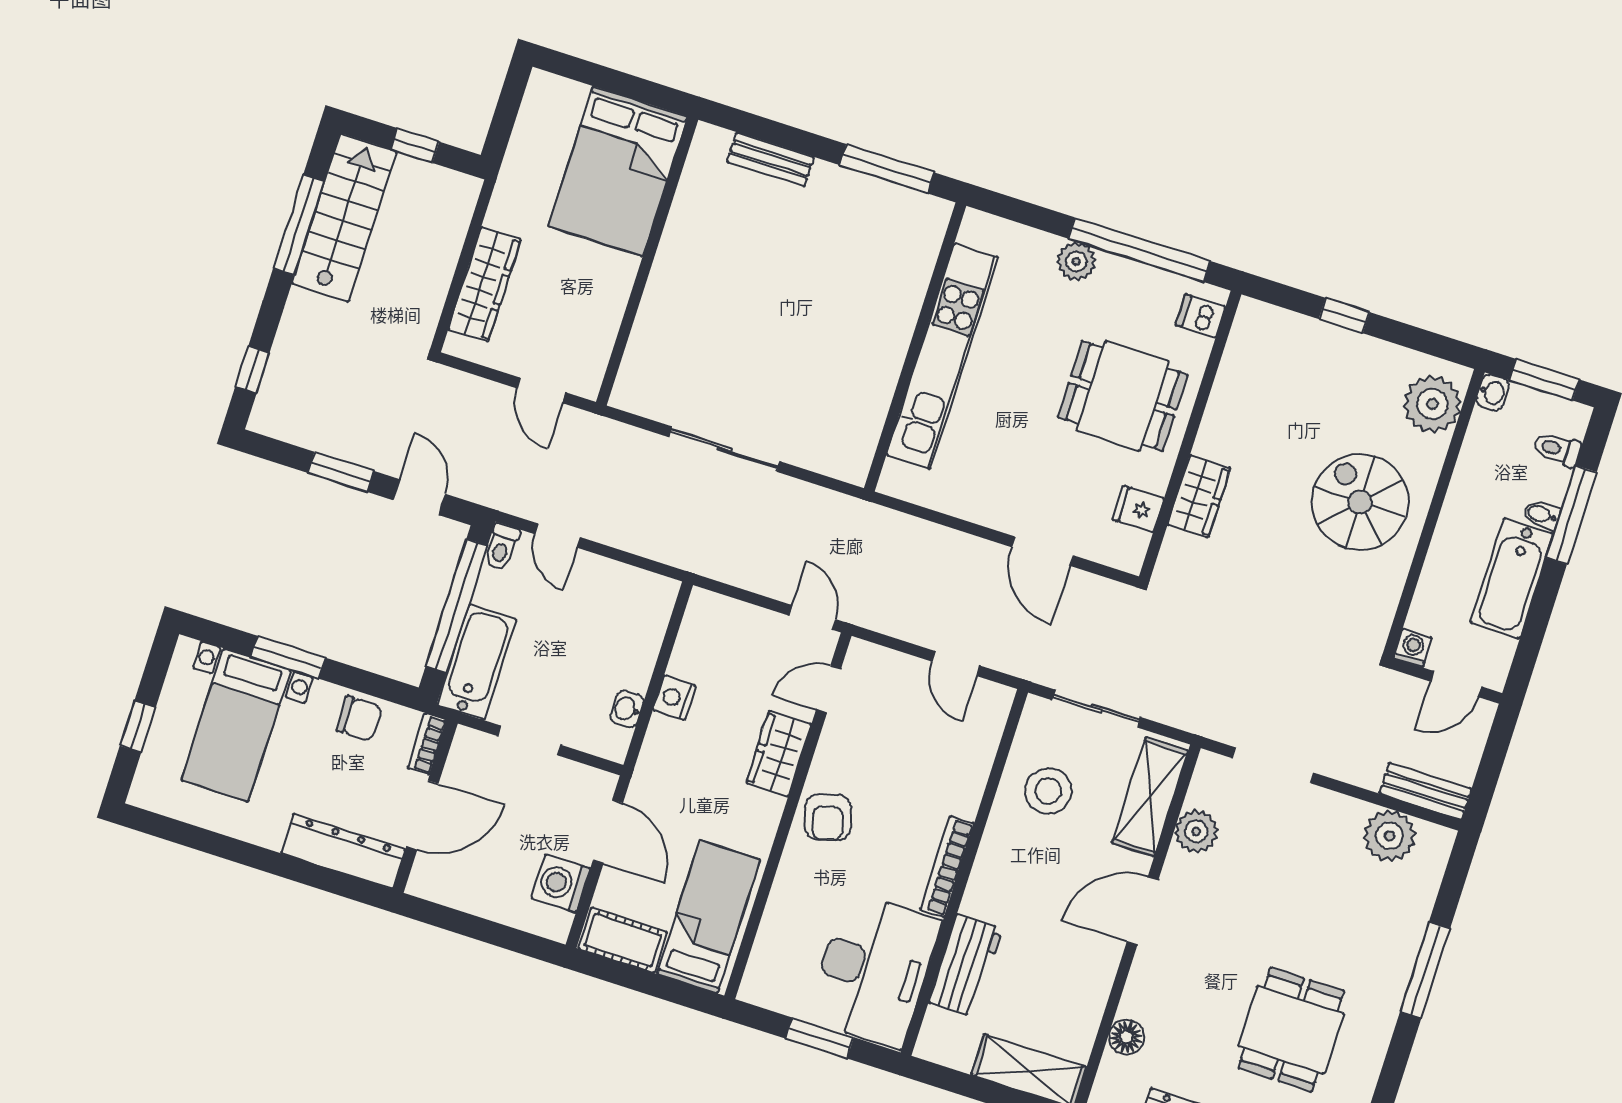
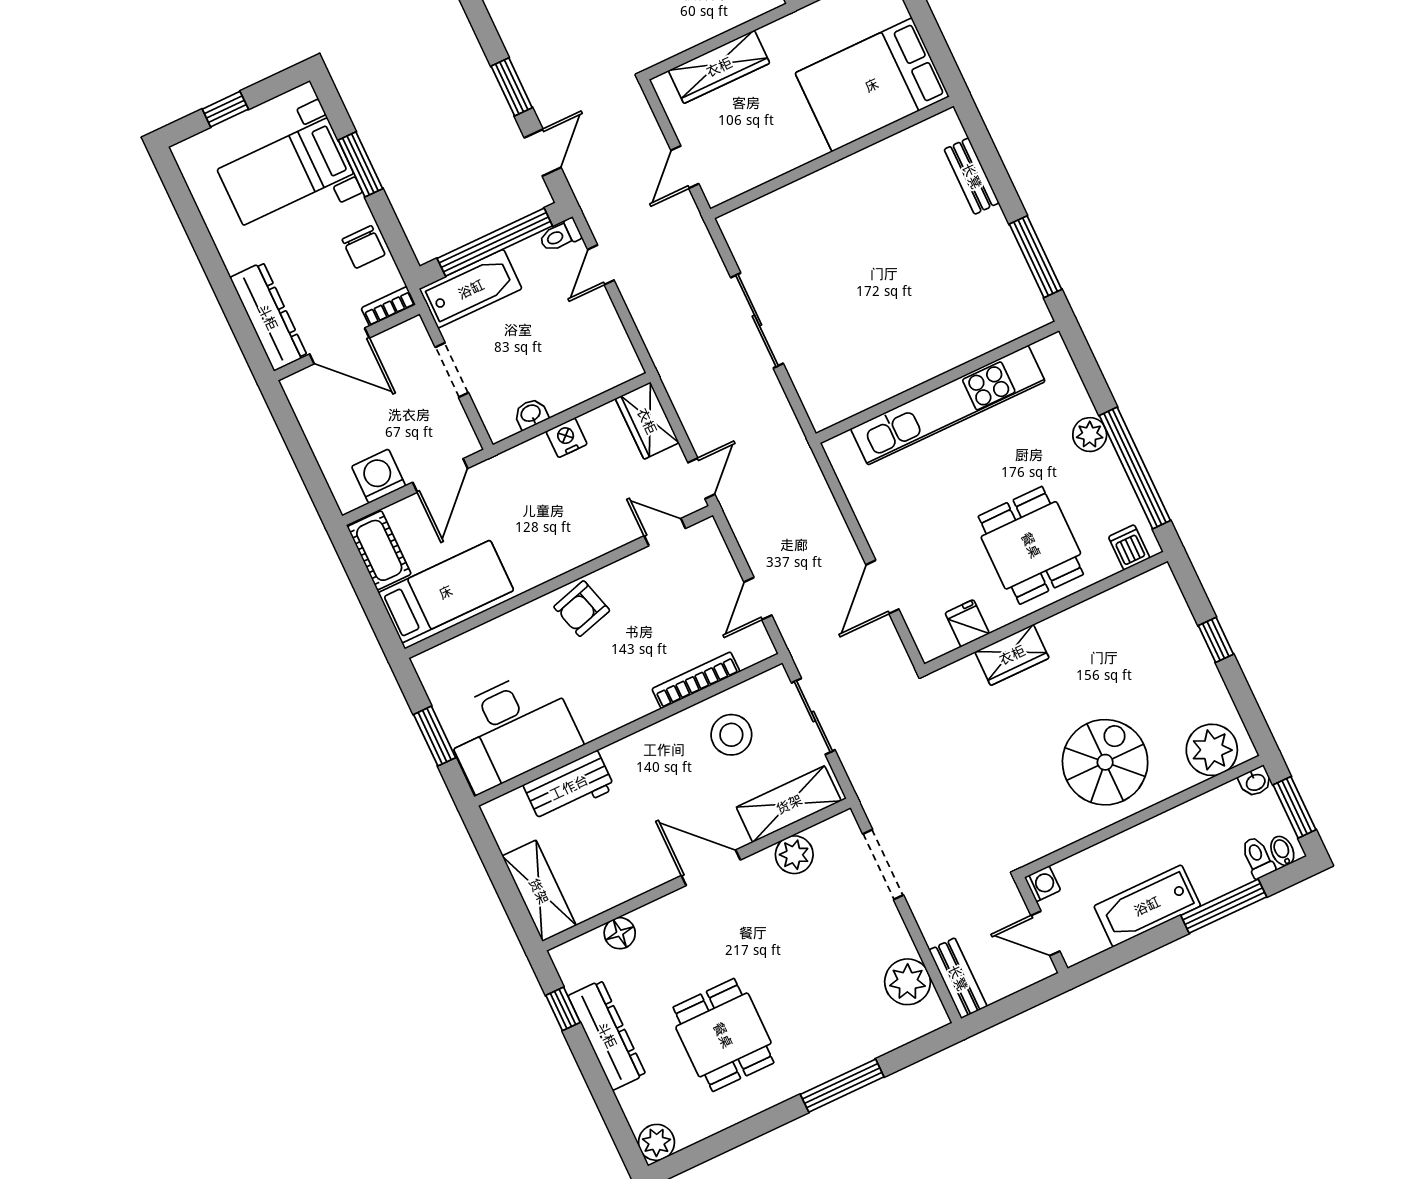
bidet: (1542, 514) -> (1282, 851), moved
wardrobe: (779, 754) -> (647, 421), moved, turned -90
bookcase: (947, 867) -> (696, 680), moved
dining table: (1291, 1030) -> (723, 1035), turned 90

